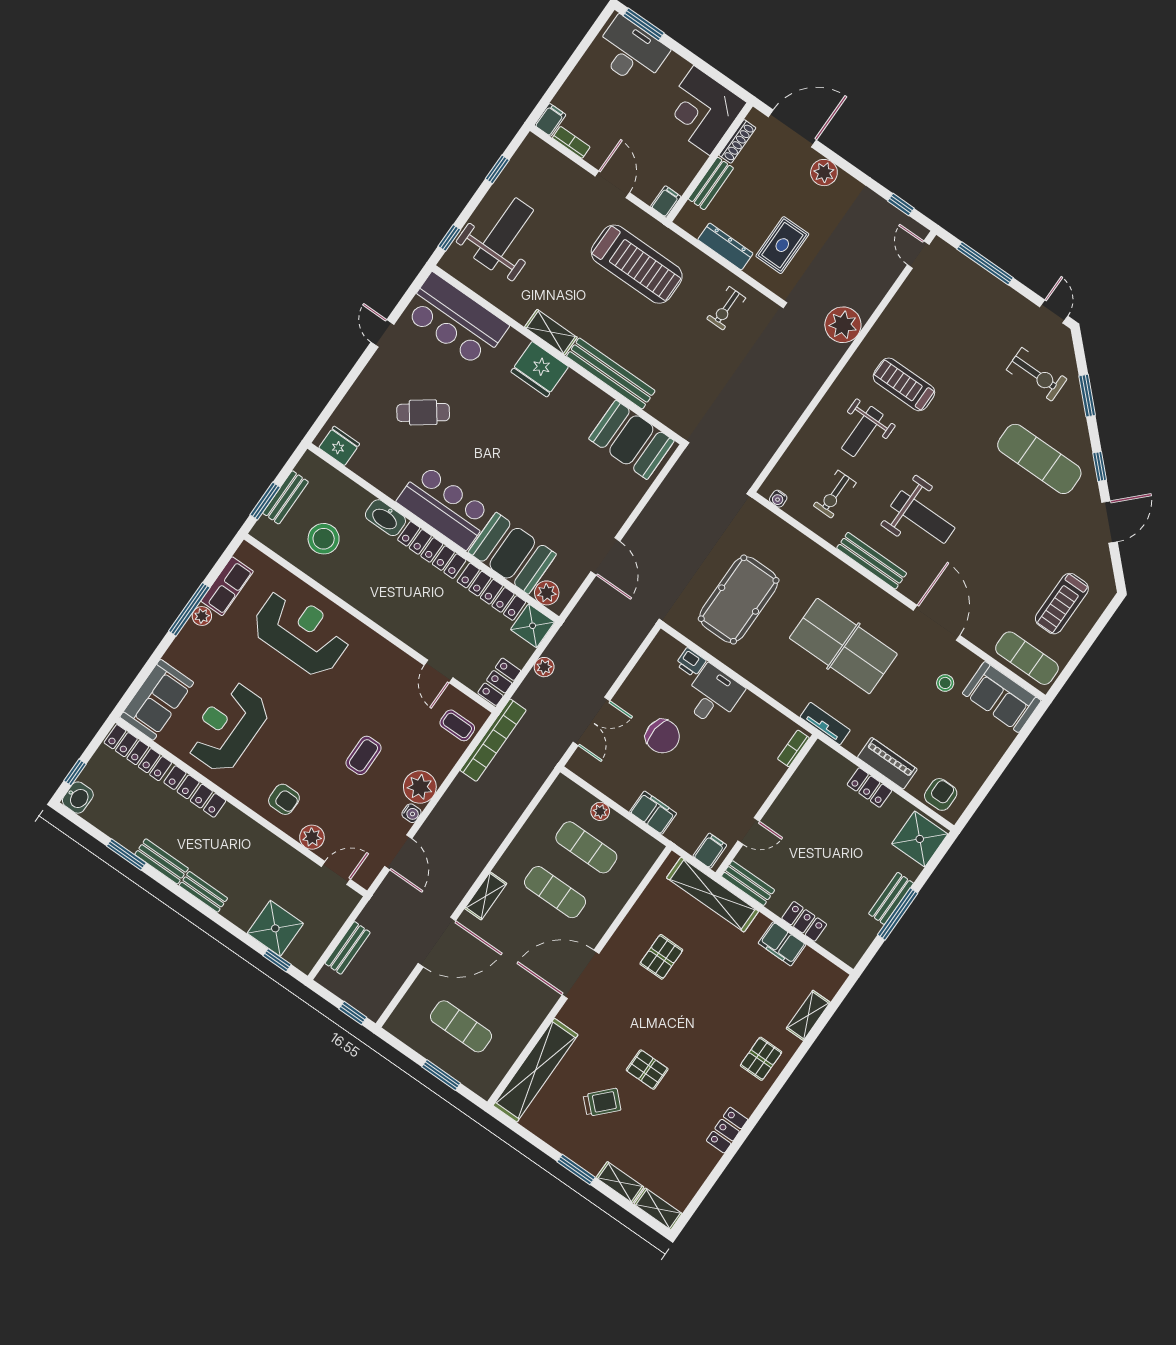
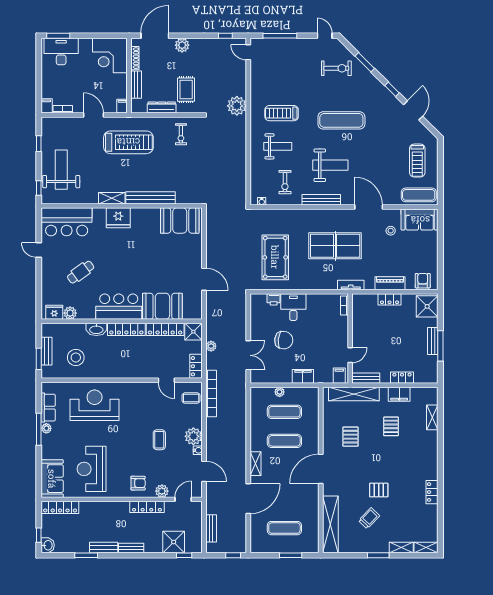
weight bench: (862, 431) -> (278, 146), turned -90
exercise mat: (1039, 459) -> (341, 120), moved
plant: (547, 593) -> (70, 313), moved
locker: (195, 791) -> (147, 507), moved
pallet: (761, 1059) -> (391, 426), moved

